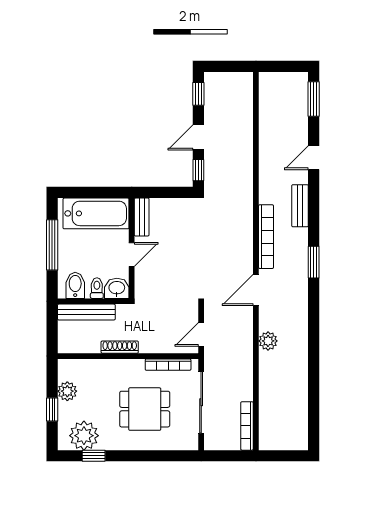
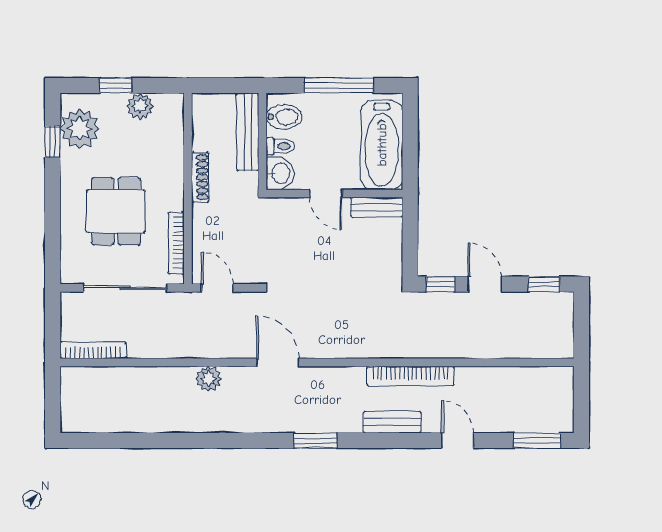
bookcase: (266, 237) -> (410, 376), moved

